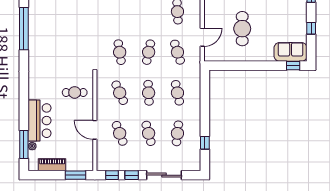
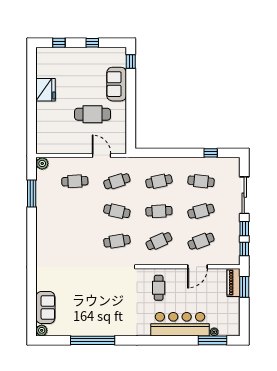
sofa: (291, 52) -> (117, 84), moved
bar counter: (40, 121) -> (180, 324), width x1.36
piano: (52, 165) -> (234, 283), moved

